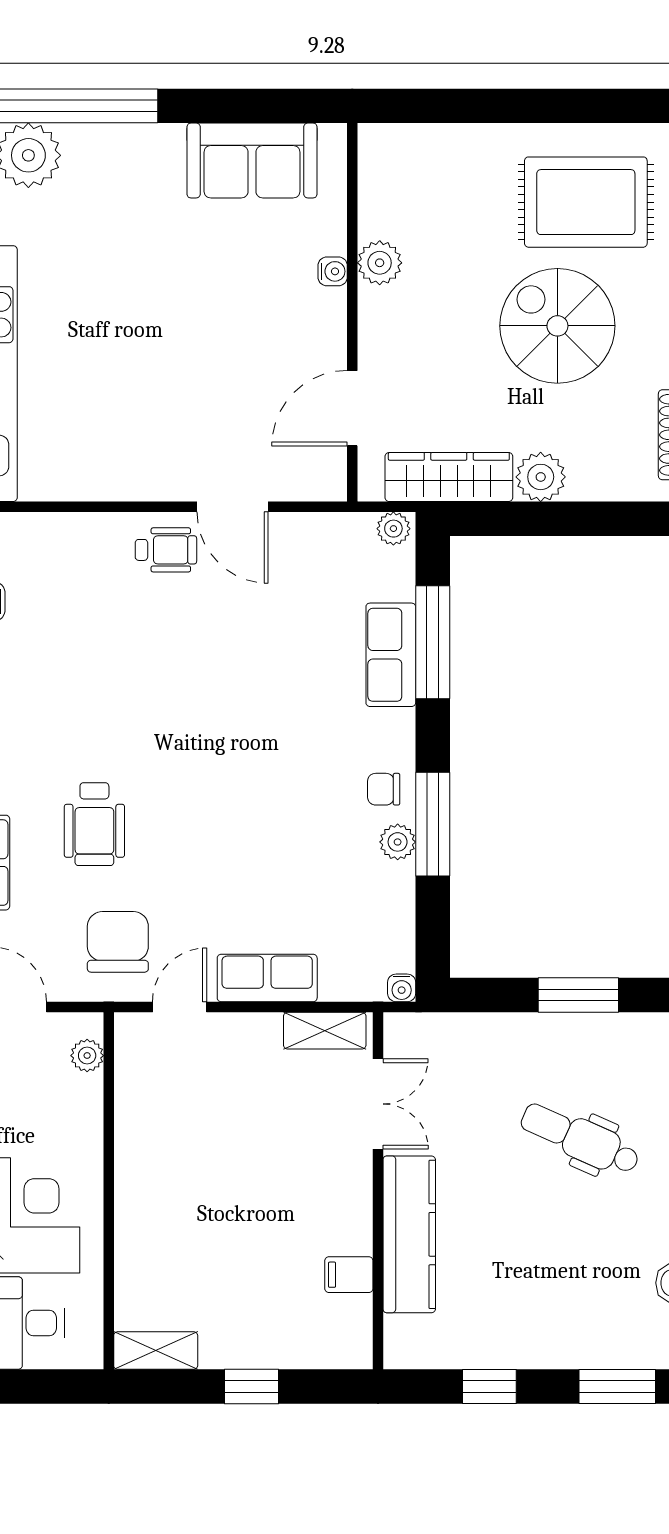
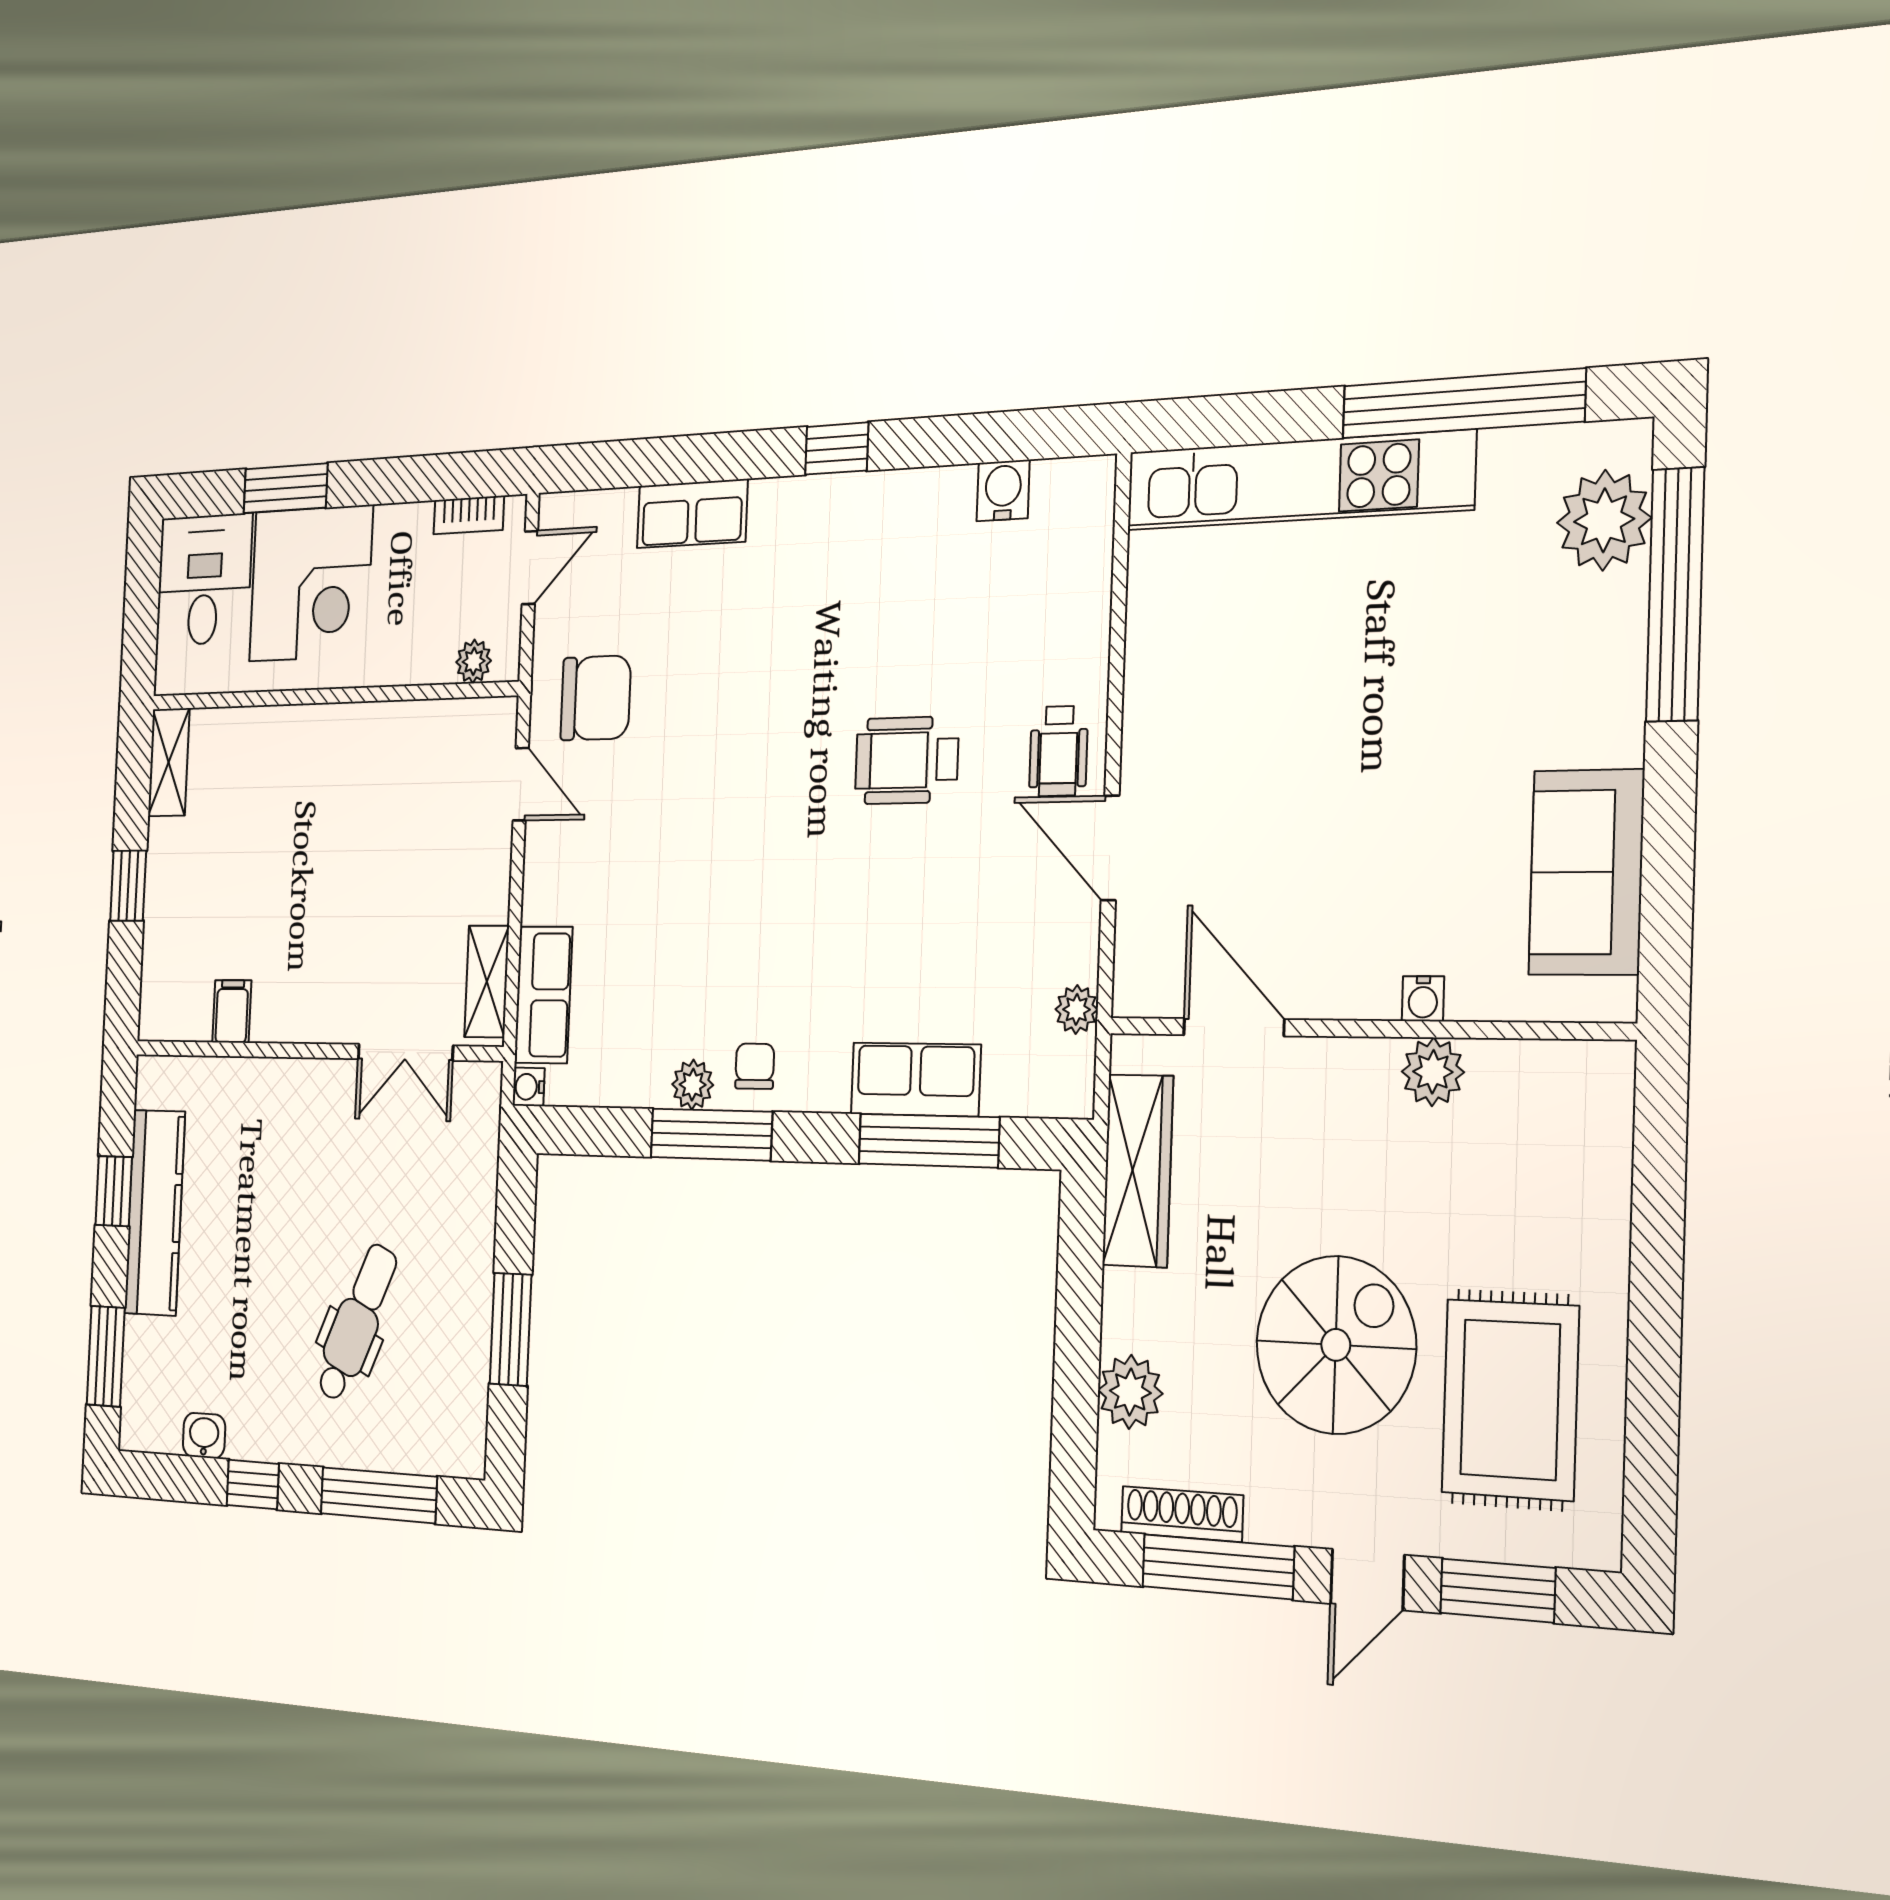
plant: (541, 477) -> (1130, 1392), moved
door: (232, 507) -> (1110, 848), hinge flipped
plant: (393, 529) -> (1077, 1009), moved
wheelchair: (94, 824) -> (907, 760), moved
row of seats: (267, 978) -> (543, 995), moved
kitchen counter: (409, 1234) -> (155, 1213), moved, turned -90

